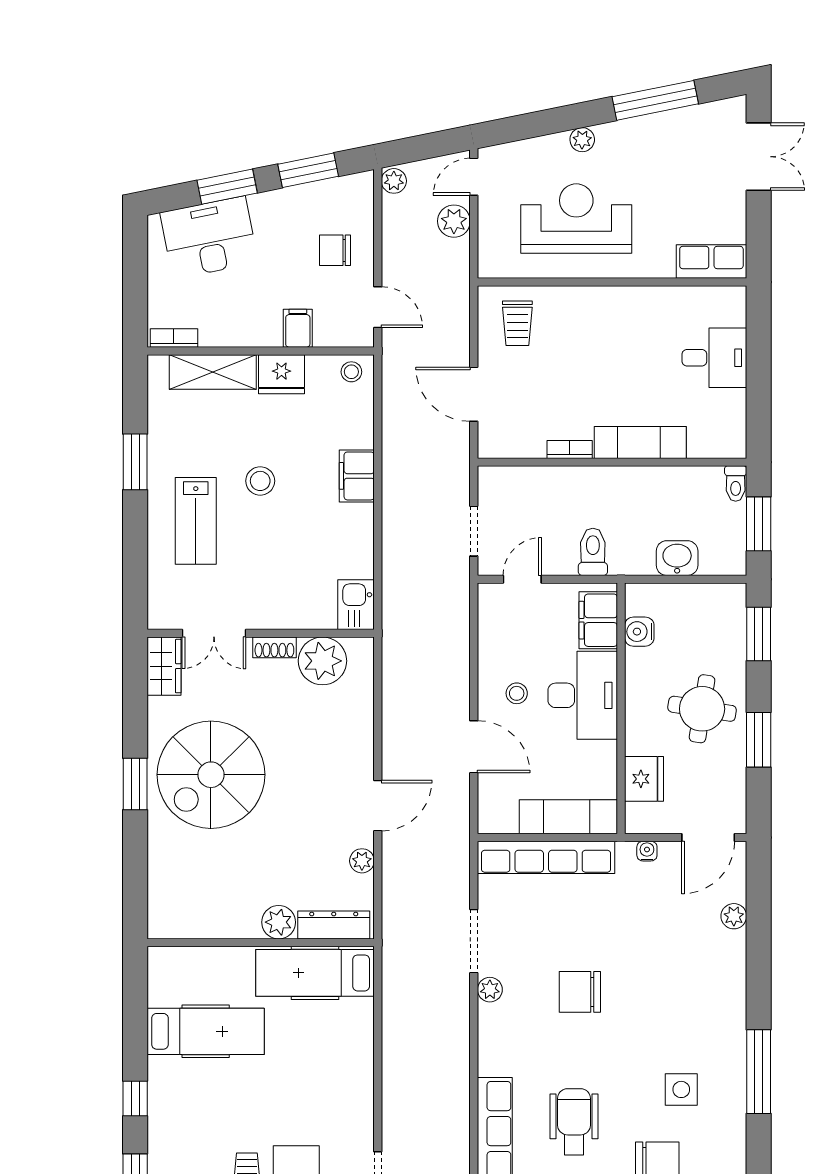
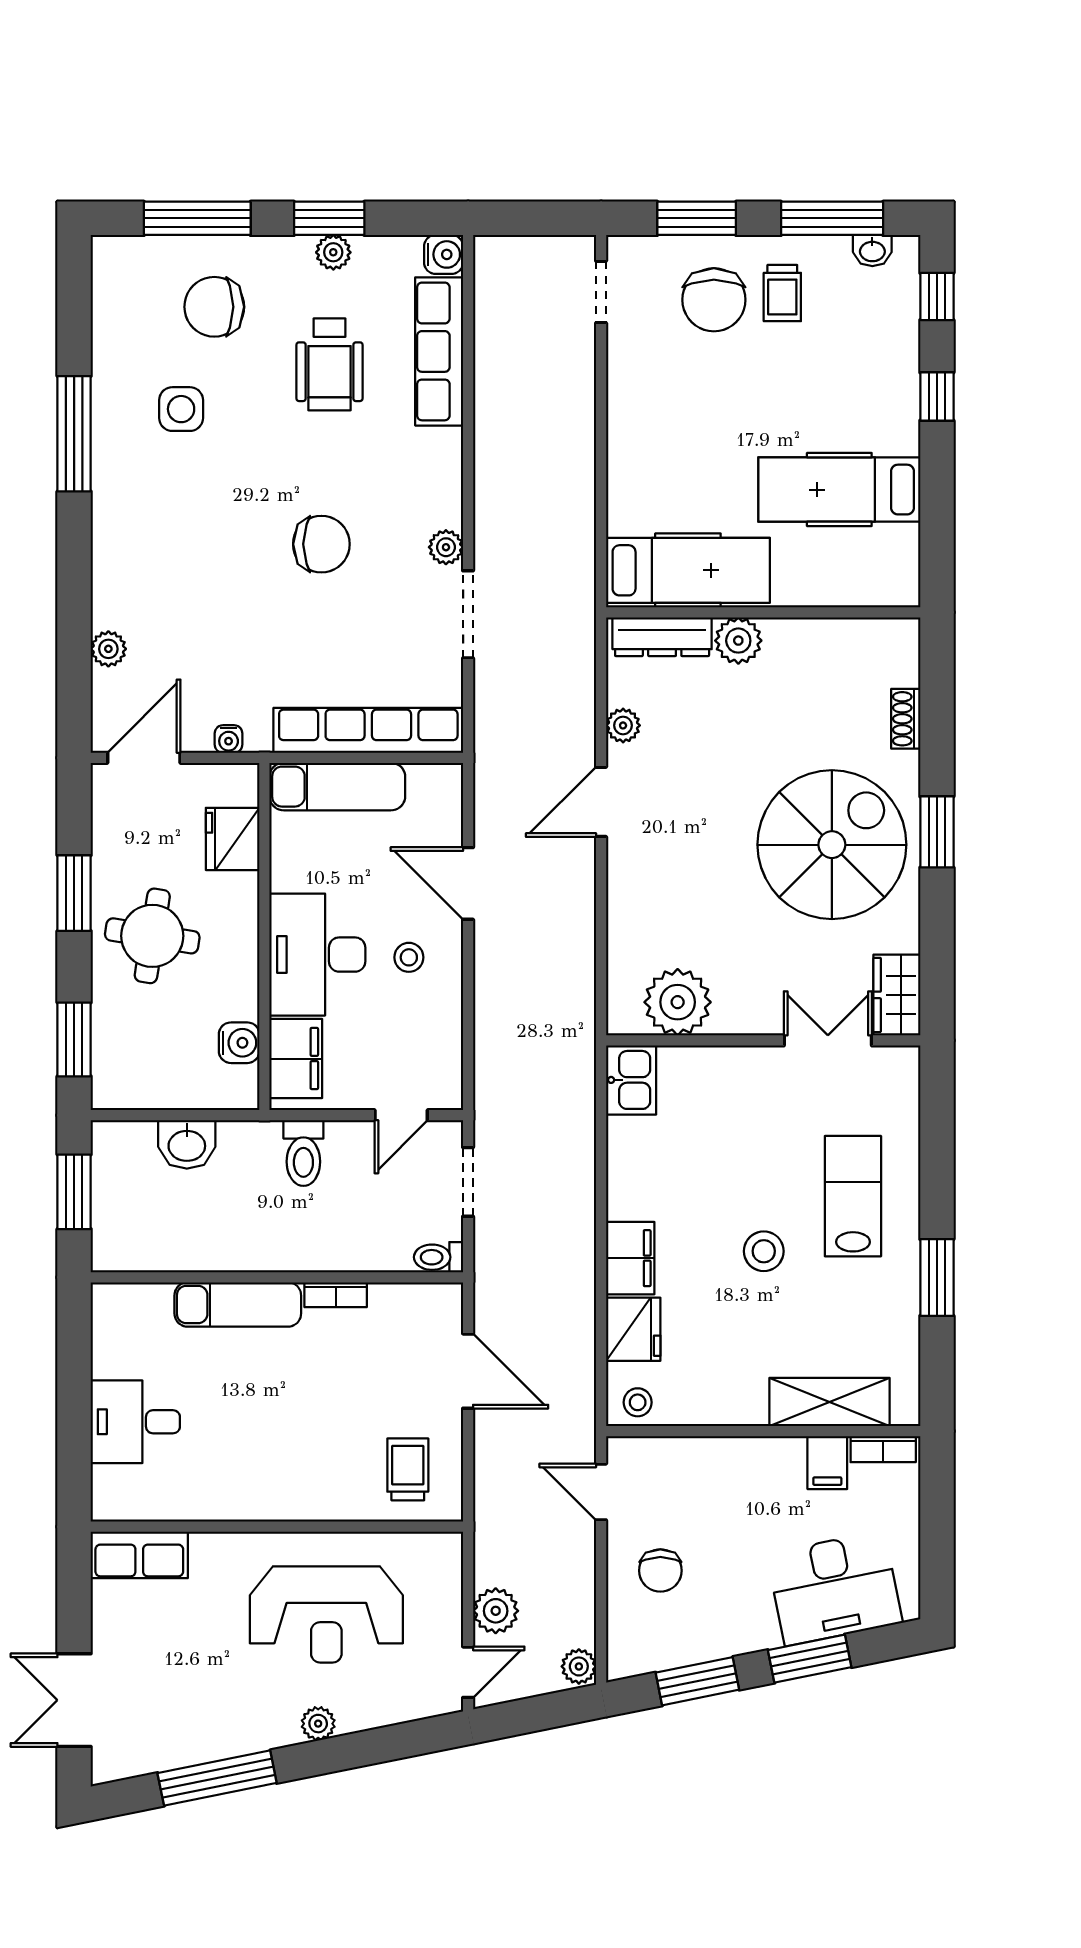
chair: (335, 250) -> (660, 1571), turned 90
filing cabinet: (298, 328) -> (827, 1463), moved
fridge: (281, 374) -> (633, 1329), moved, turned 90
toilet: (736, 483) -> (439, 1257), moved, turned -90
shoe rack: (274, 647) -> (906, 719), moved, turned -90

